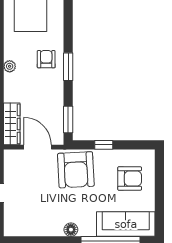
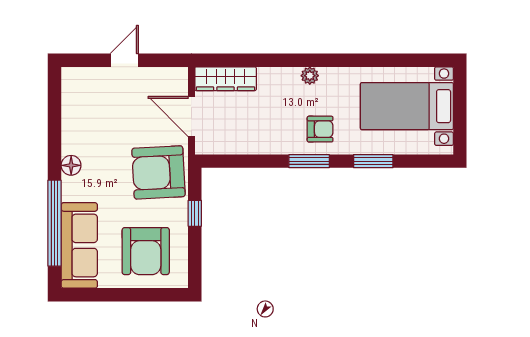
window: (68, 119) -> (373, 161), moved
door: (38, 147) -> (191, 117), swing flipped
armchair: (130, 178) -> (146, 251), width x1.36, depth x1.36

